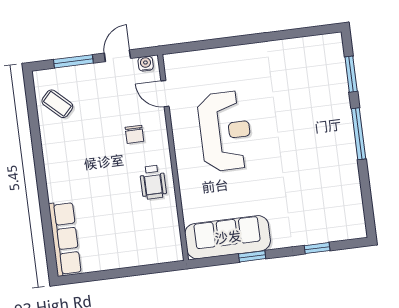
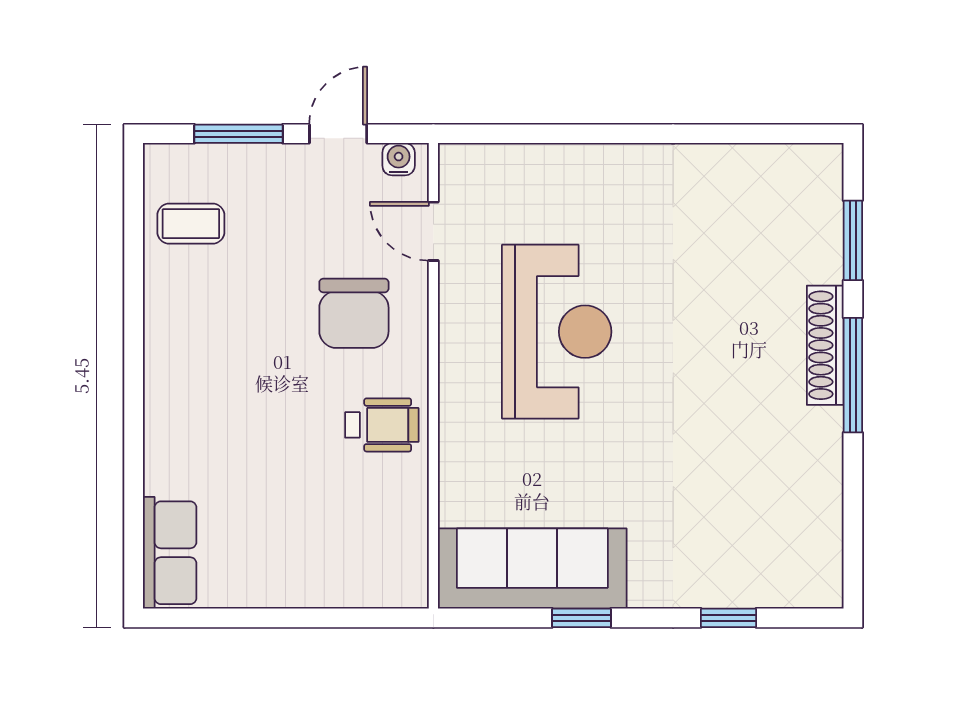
coffee table: (57, 104) -> (191, 224), turned -43
shoe rack: (345, 122) -> (825, 345), added
chair: (134, 134) -> (354, 313), width x1.87, depth x1.87
wheelchair: (153, 182) -> (382, 425), turned -90
row of seats: (65, 239) -> (170, 553), width x0.68

